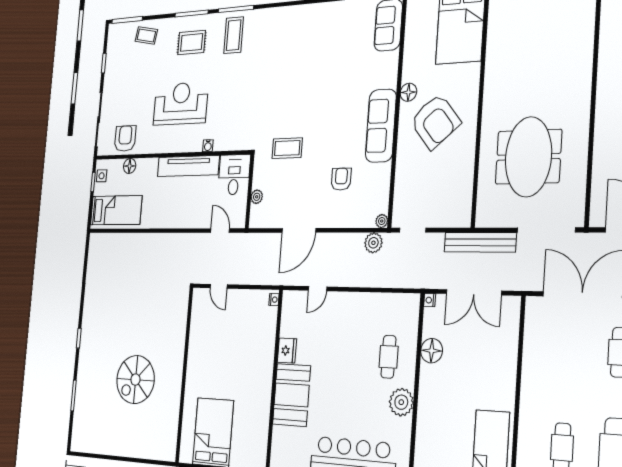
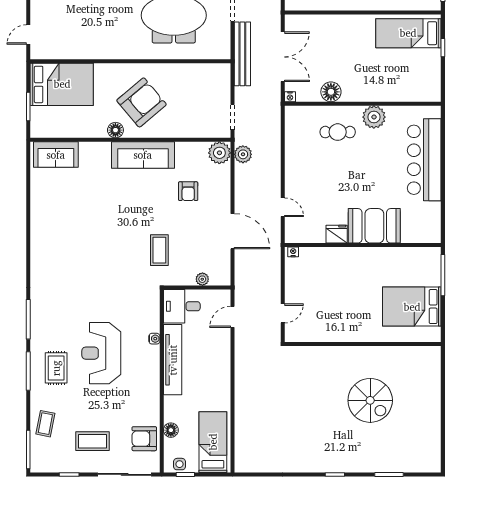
coffee table: (234, 35) -> (92, 441), moved
reception desk: (181, 104) -> (101, 353), moved
armchair: (341, 179) -> (188, 191), turned -90
plant: (382, 221) -> (219, 153), width x1.88, depth x1.88

